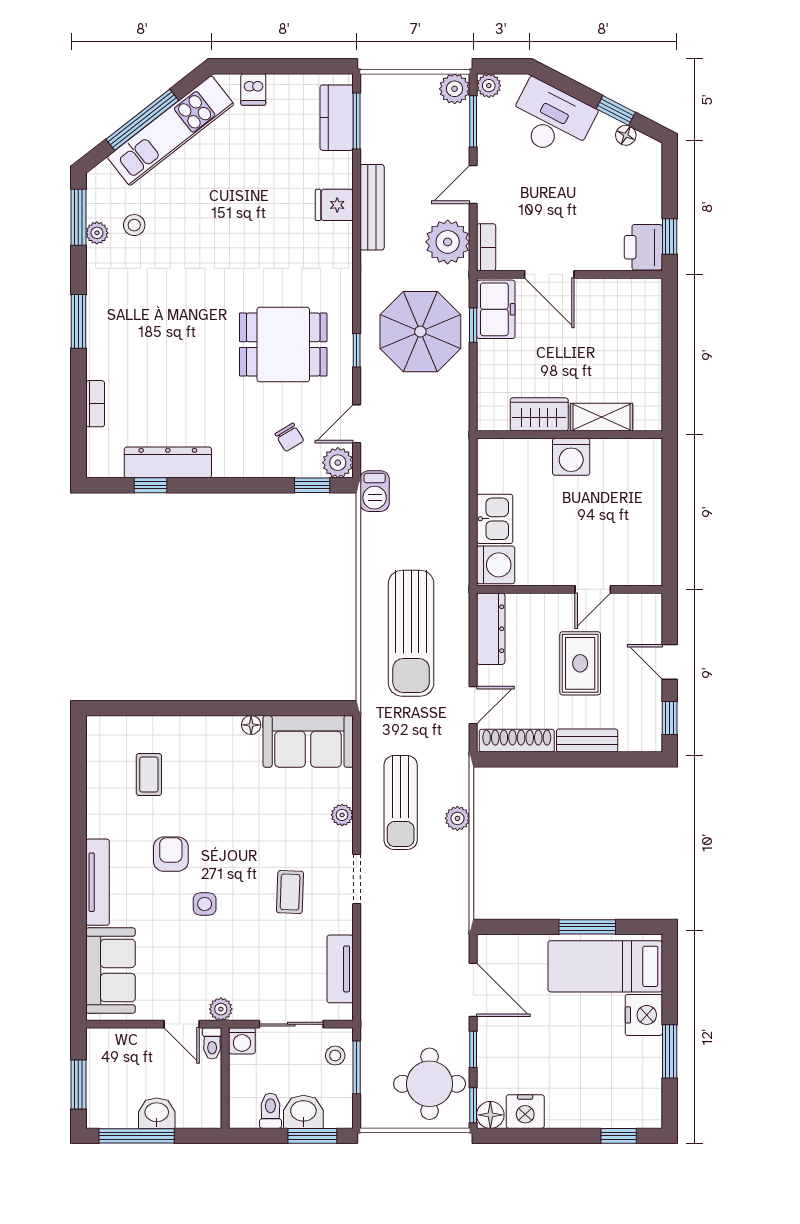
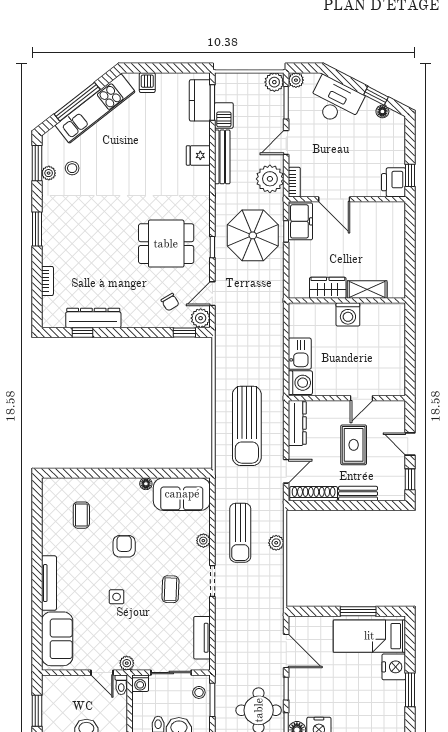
barbecue: (375, 491) -> (224, 115), moved
armchair: (171, 854) -> (124, 546), moved

